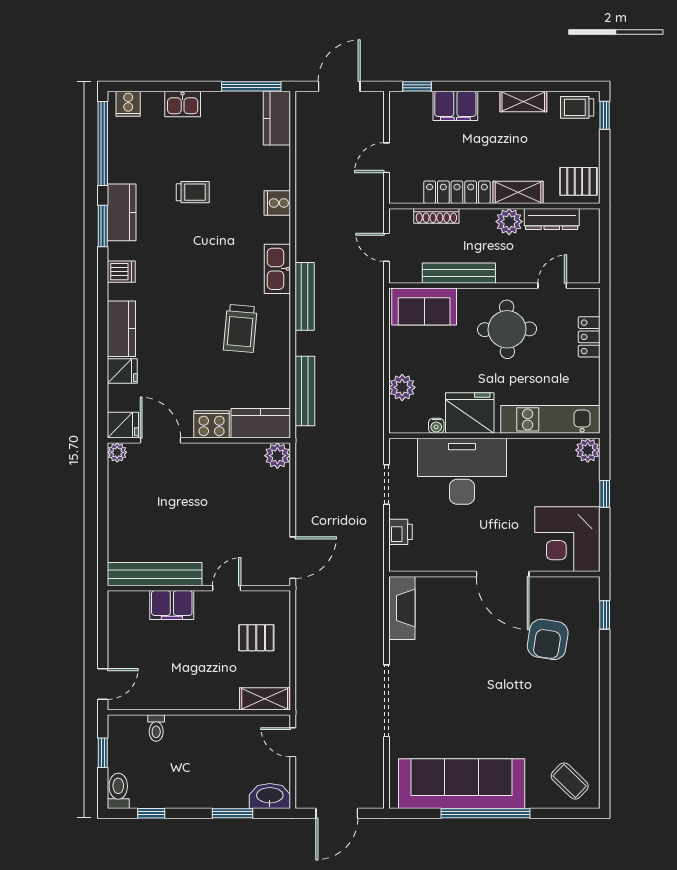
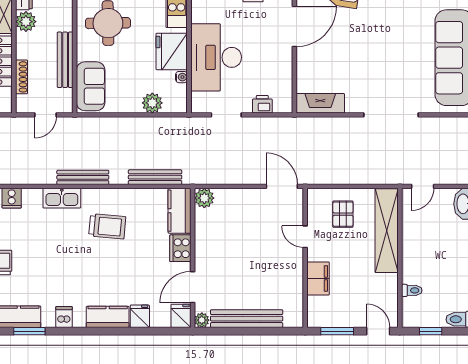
bench: (155, 574) -> (247, 319), moved, turned 90
window: (103, 630) -> (337, 331), added
shelving: (265, 699) -> (387, 231), width x2.20, depth x1.33

